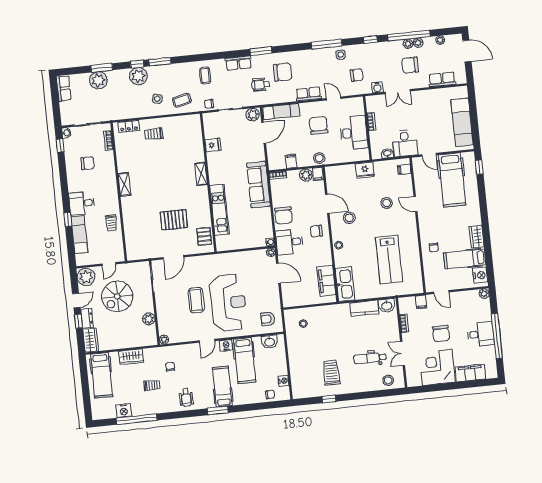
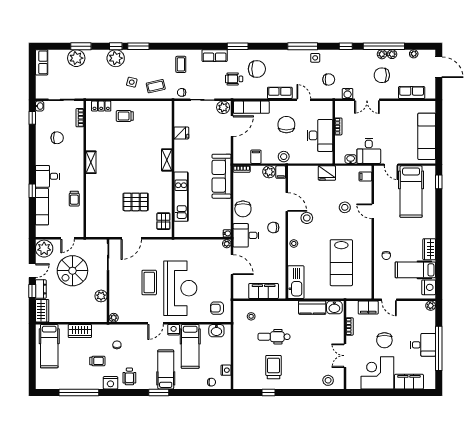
filing cabinet: (326, 281) -> (264, 291), moved, turned 90
filing cabinet: (421, 302) -> (368, 308), width x2.00
dental chair: (370, 358) -> (274, 337), moved
nightstand: (124, 411) -> (110, 383), moved

